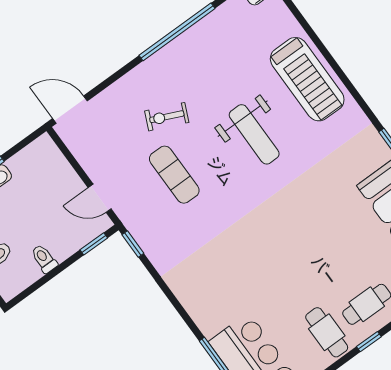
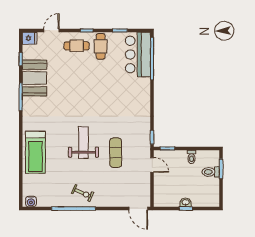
treadmill: (307, 79) -> (35, 152), turned 180
exercise bike: (167, 117) -> (83, 193), moved
weight bench: (254, 134) -> (83, 143), moved

